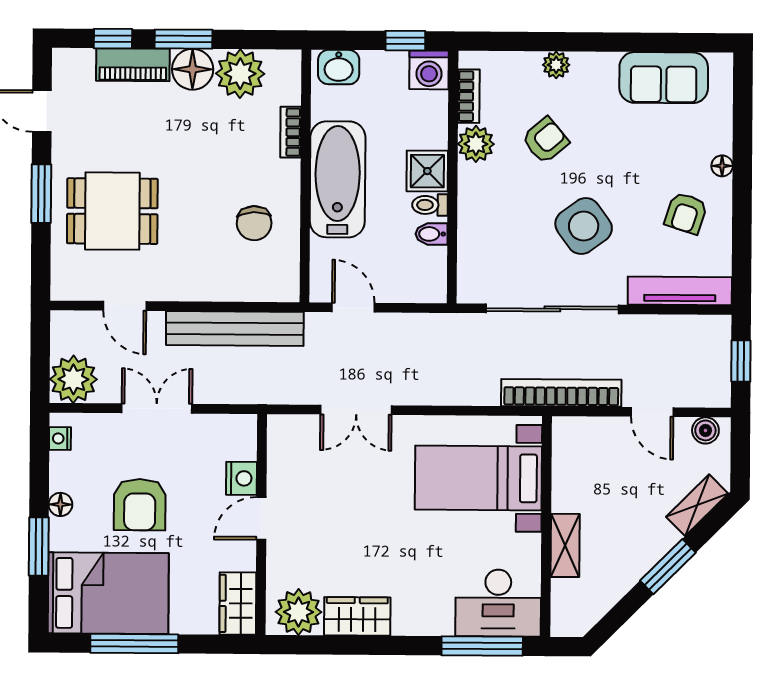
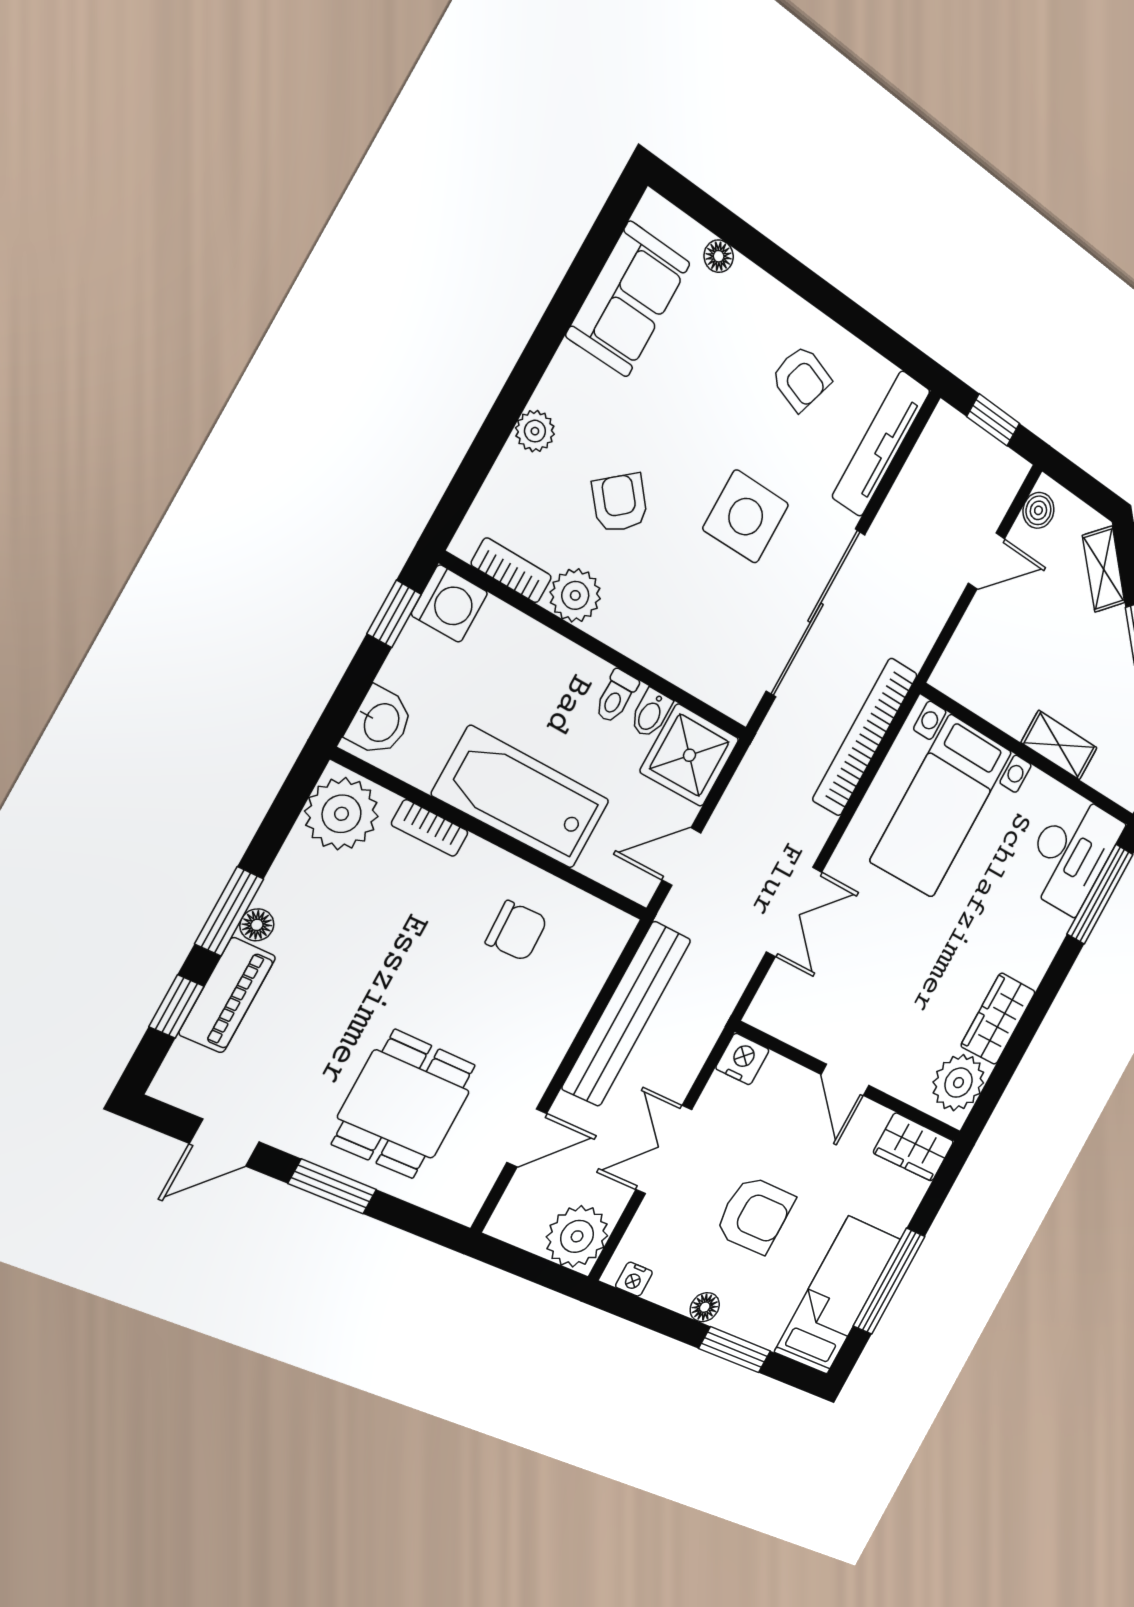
floor lamp: (193, 69) -> (257, 925), width x0.53, depth x0.53
plant: (240, 74) -> (342, 814), moved
floor lamp: (722, 166) -> (719, 256), moved
shower: (427, 171) -> (689, 755), moved, width x1.36, depth x1.36
side table: (584, 226) -> (746, 517), turned 36
bookcase: (561, 393) -> (865, 737), moved
nightstand: (242, 478) -> (742, 1059), moved
bed: (108, 593) -> (838, 1295), width x0.67

